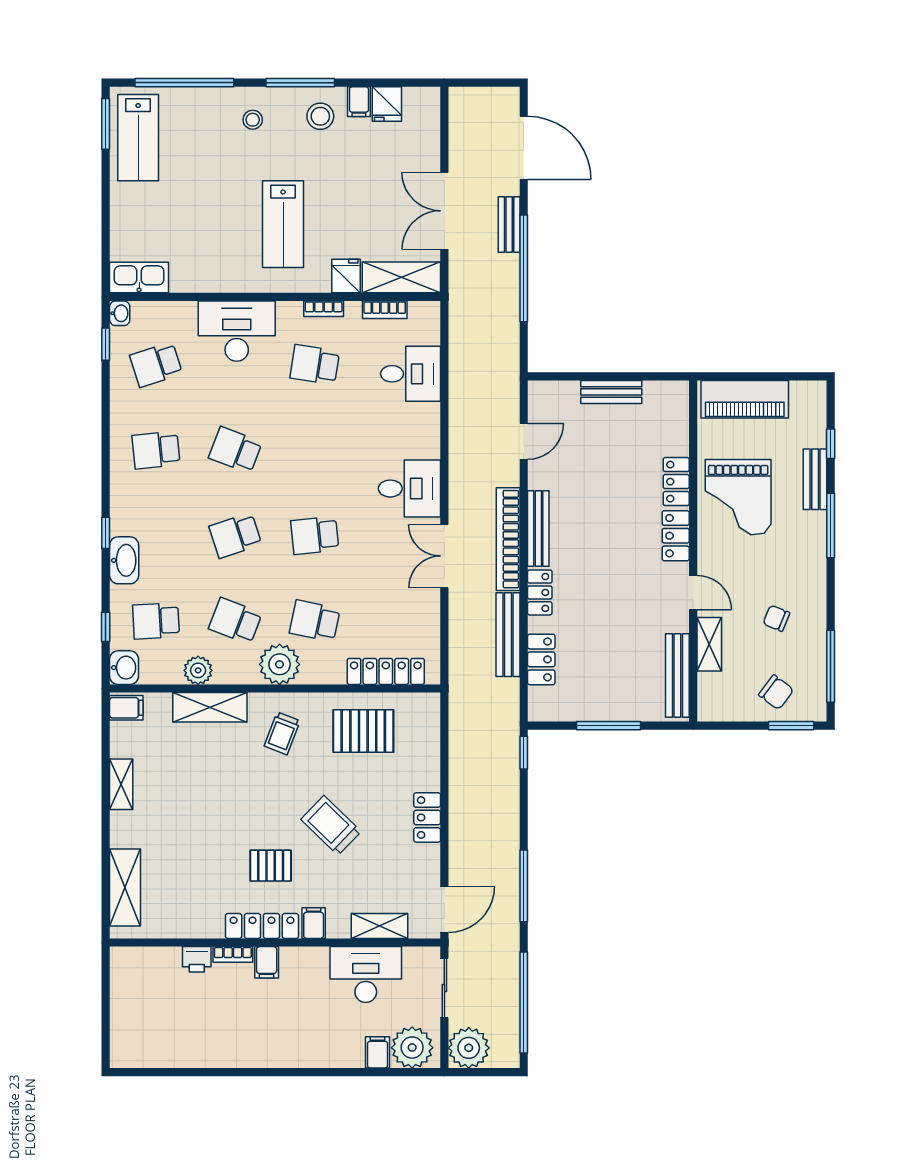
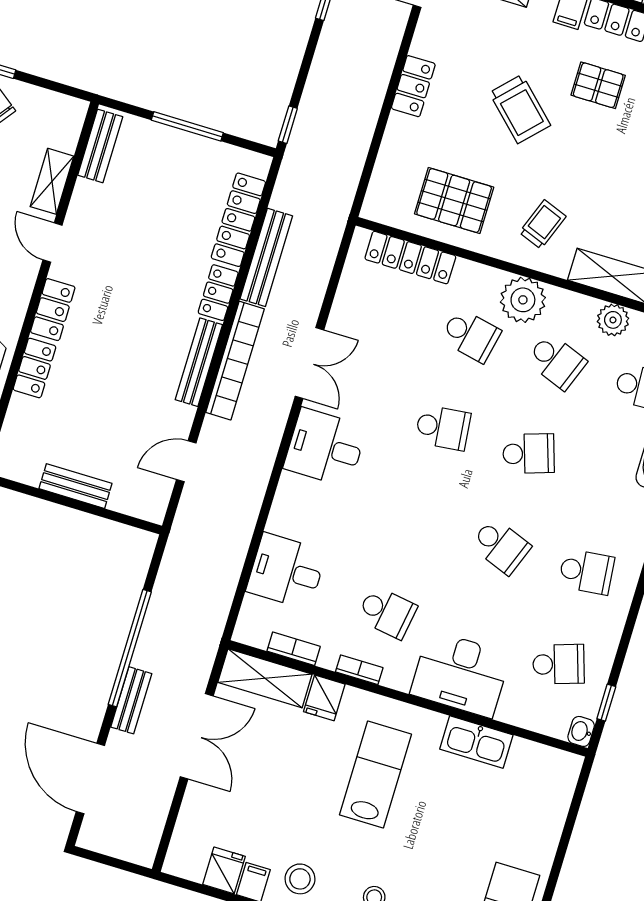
kitchen sink: (139, 278) -> (476, 742), moved
locker: (541, 659) -> (238, 220), width x1.53
bench: (677, 676) -> (100, 146), width x0.73

